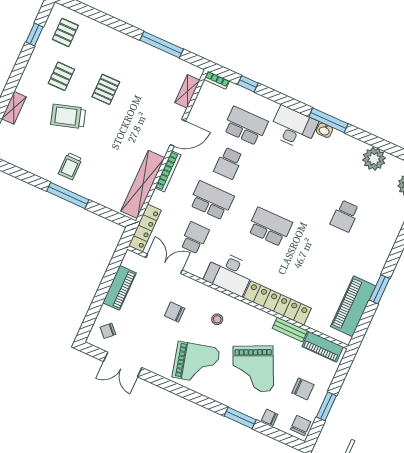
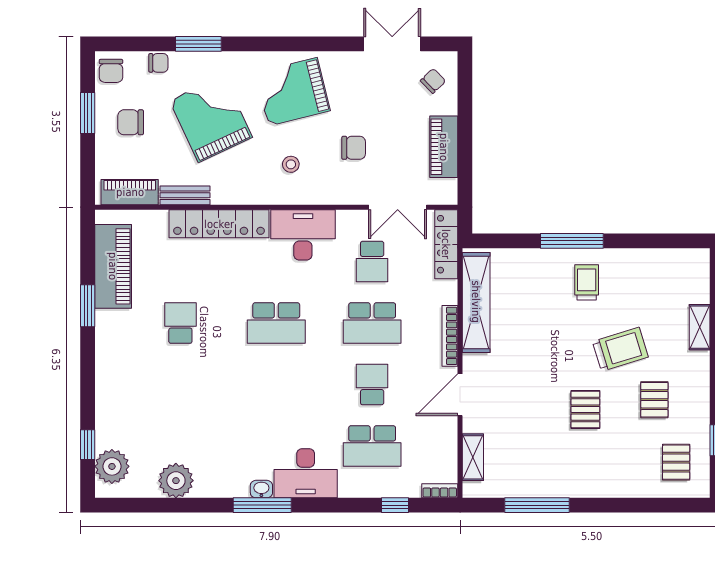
school desk: (345, 216) -> (180, 323), moved

